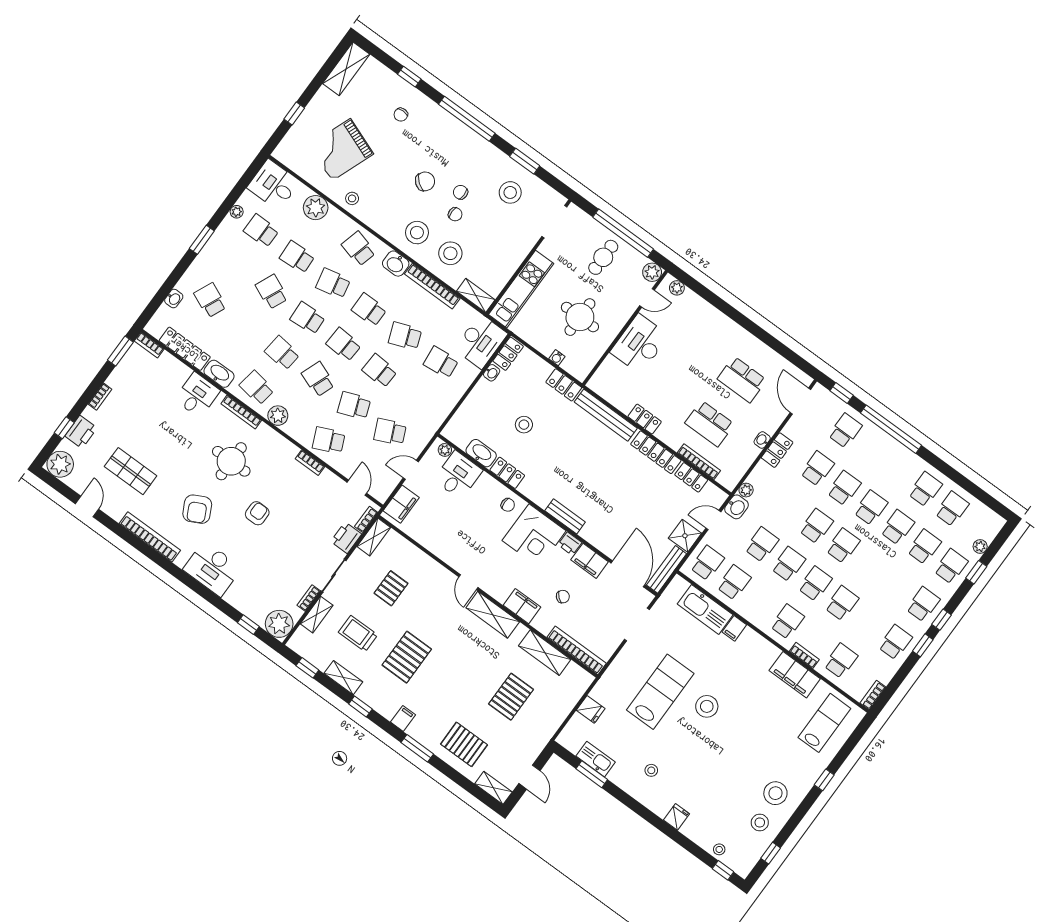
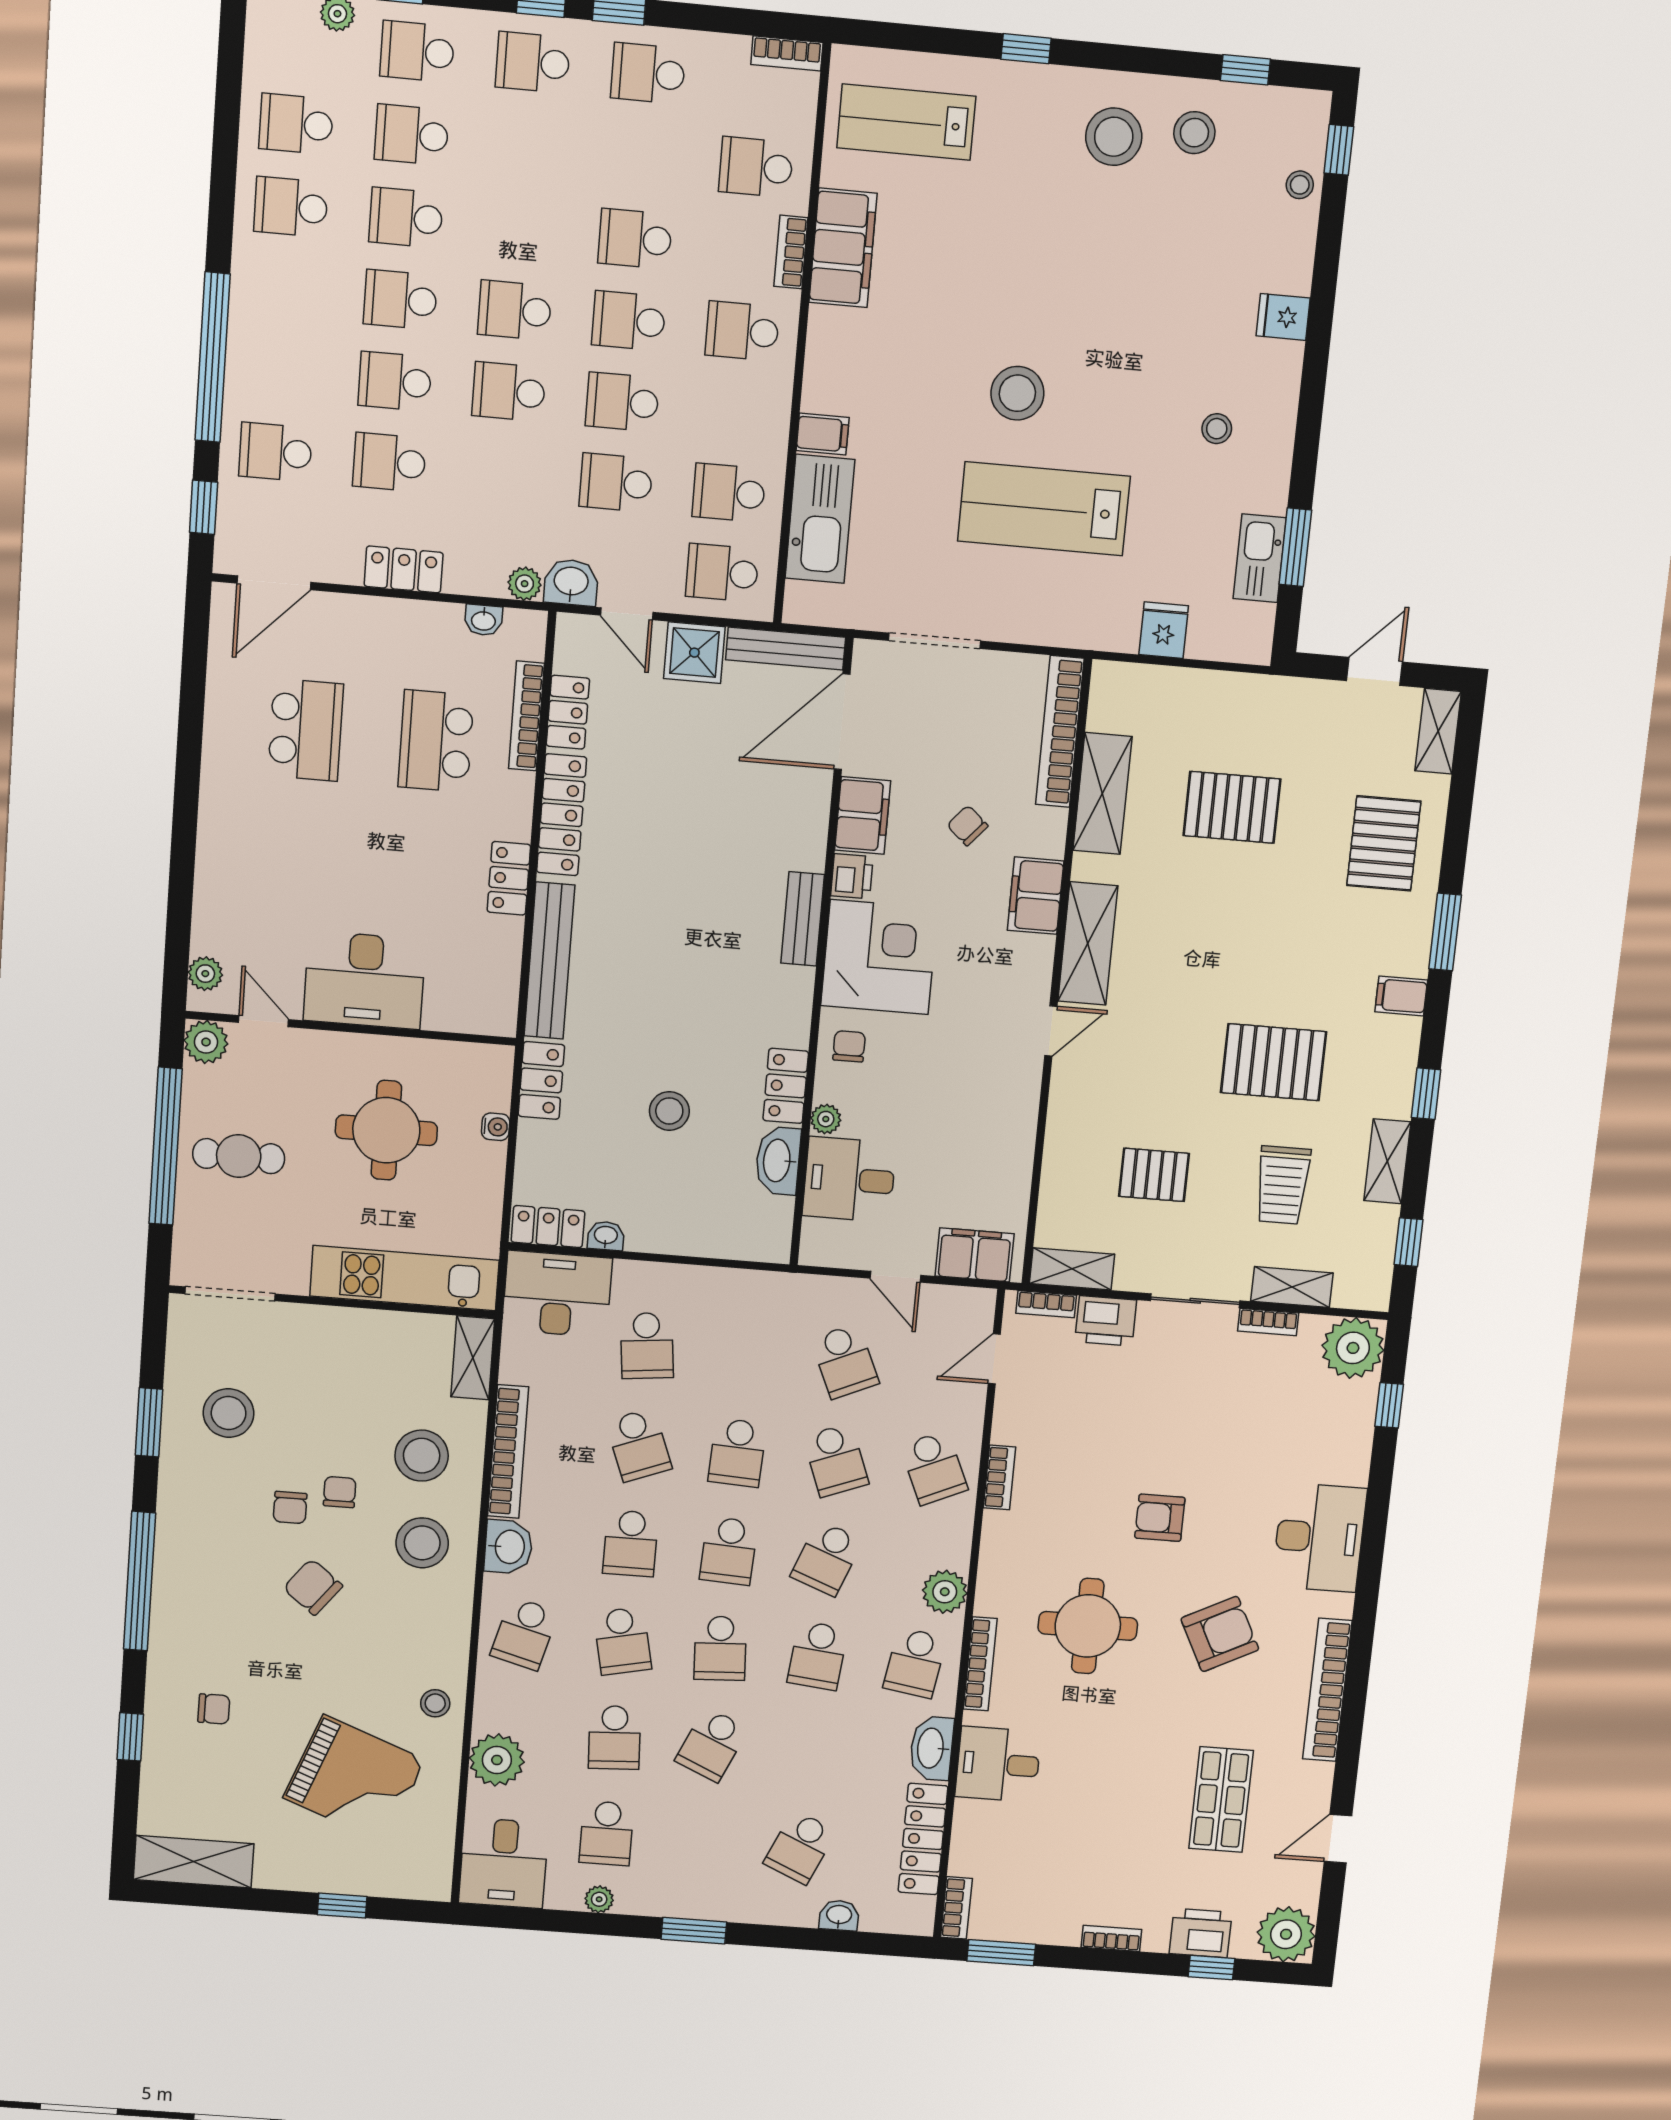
school desk: (710, 424) -> (436, 741), turned 180
washbasin: (762, 440) -> (483, 620), moved
plant: (445, 450) -> (826, 1119), moved

